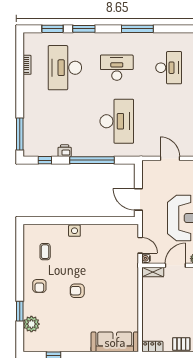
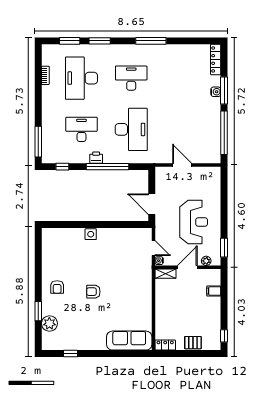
desk: (169, 68) -> (81, 129), moved, turned -90
printer: (65, 151) -> (96, 158), moved
coffee table: (45, 252) -> (63, 254), removed

